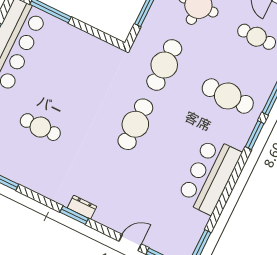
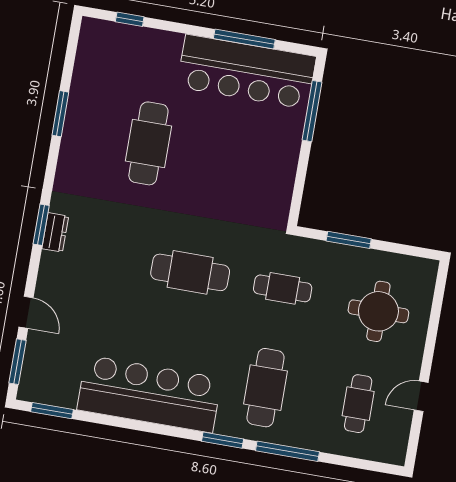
cafe table: (164, 65) -> (283, 288), width x0.73, depth x0.74
cafe table: (40, 127) -> (148, 143), width x1.37, depth x1.35
bar counter: (209, 176) -> (149, 394), width x1.36

